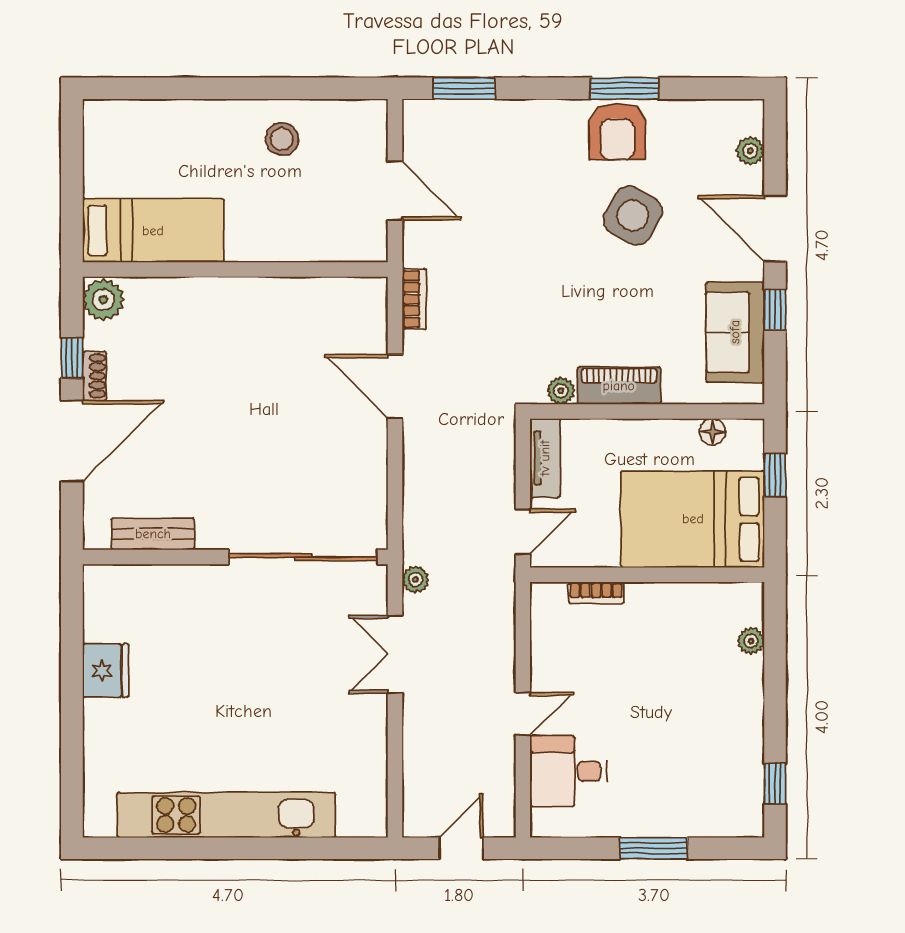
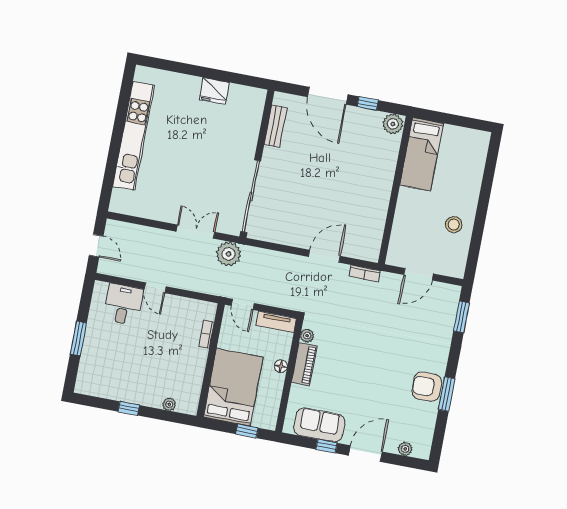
side table: (633, 215) -> (385, 386), removed
shoe rack: (94, 376) -> (357, 113), removed
floor lamp: (713, 432) -> (281, 366), moved
plant: (415, 580) -> (228, 254), width x1.88, depth x1.88
window: (775, 784) -> (129, 408), moved

